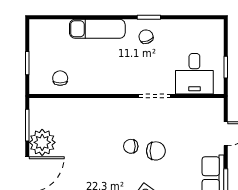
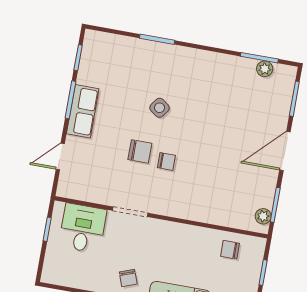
chair: (60, 78) -> (230, 250), turned 90
plant: (42, 142) -> (263, 216), moved, width x0.53, depth x0.53
chair: (156, 151) -> (140, 151), turned 180

